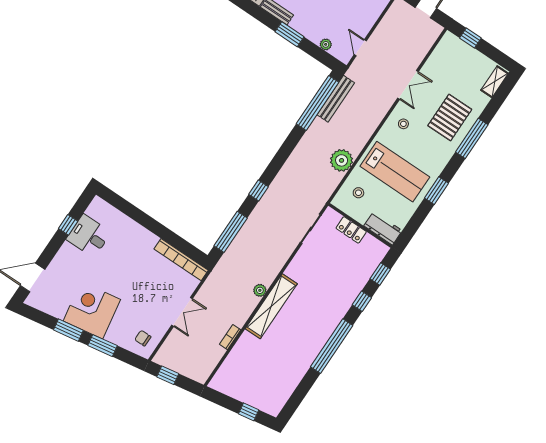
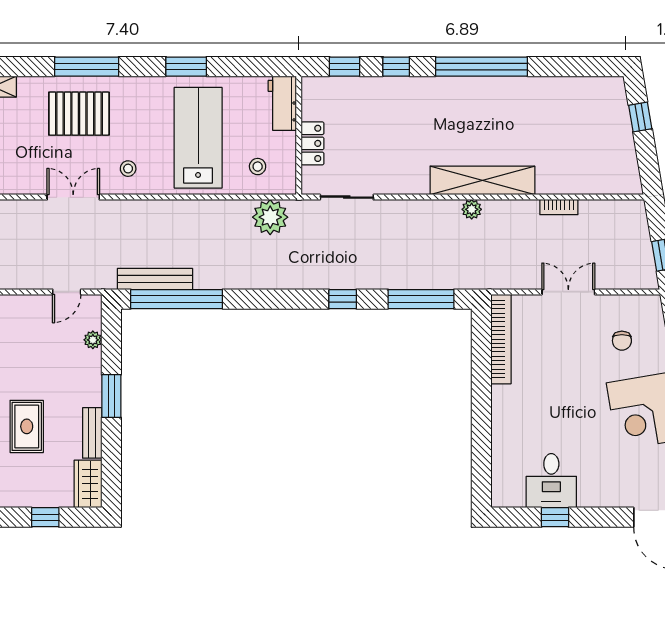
plant: (342, 160) -> (270, 217), moved
chair: (143, 338) -> (622, 341), moved

